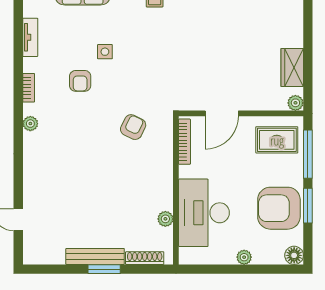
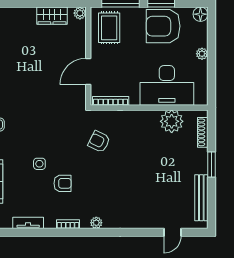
door: (222, 113) -> (88, 71), swing flipped
armchair: (279, 208) -> (163, 26), turned 90
plant: (165, 219) -> (172, 121), width x1.88, depth x1.88
bench: (95, 256) -> (201, 198), moved

